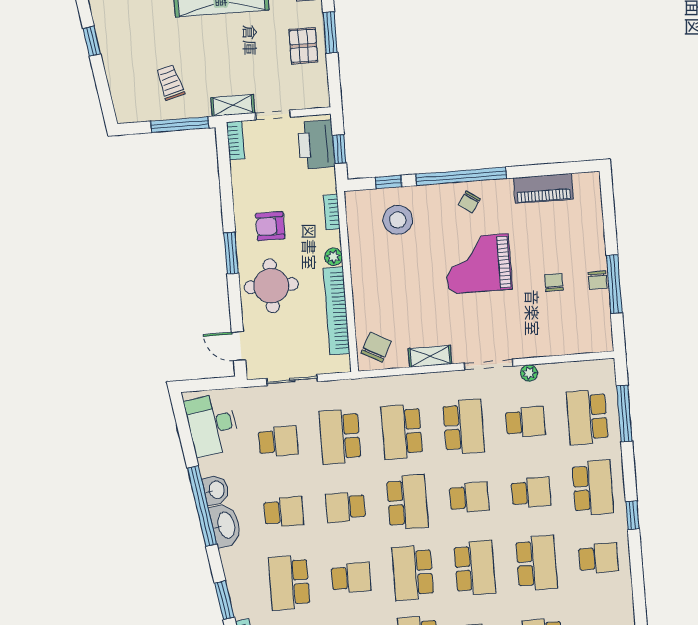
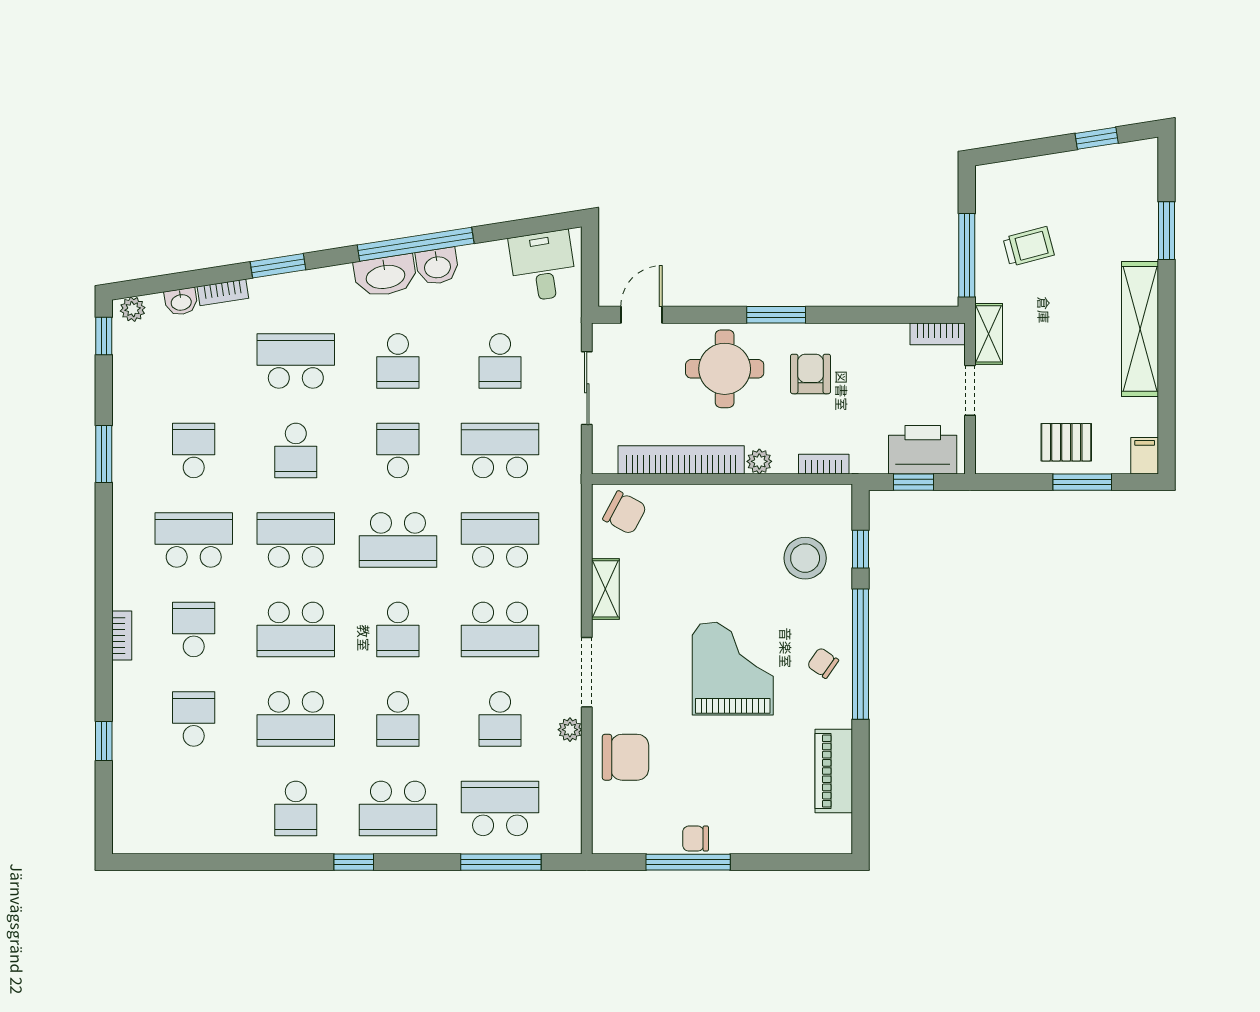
chair: (554, 282) -> (625, 757), moved, width x1.87, depth x1.87
desk: (212, 425) -> (543, 266), width x0.73

